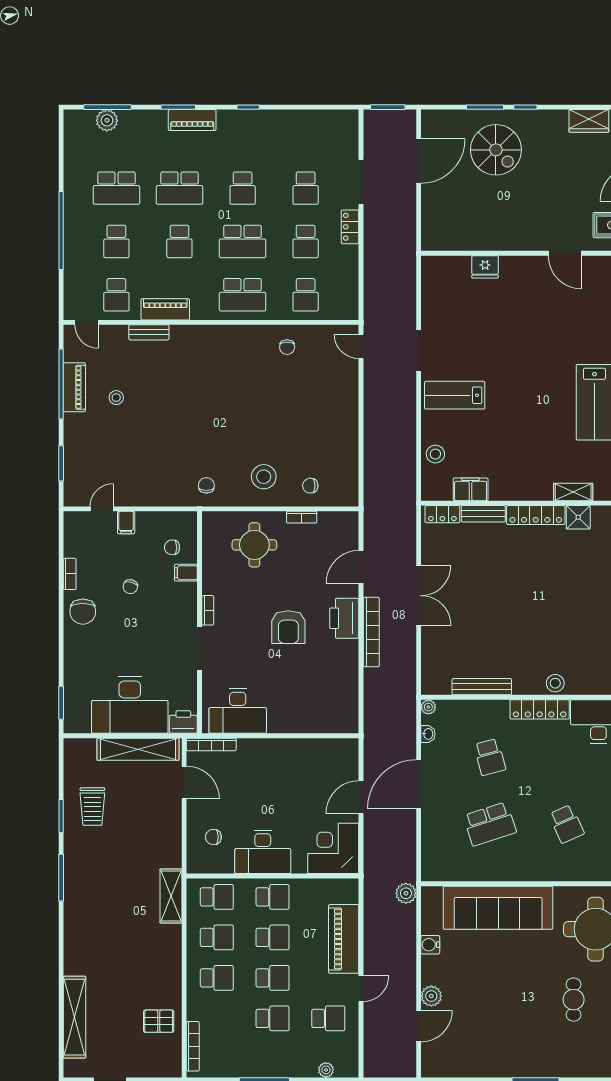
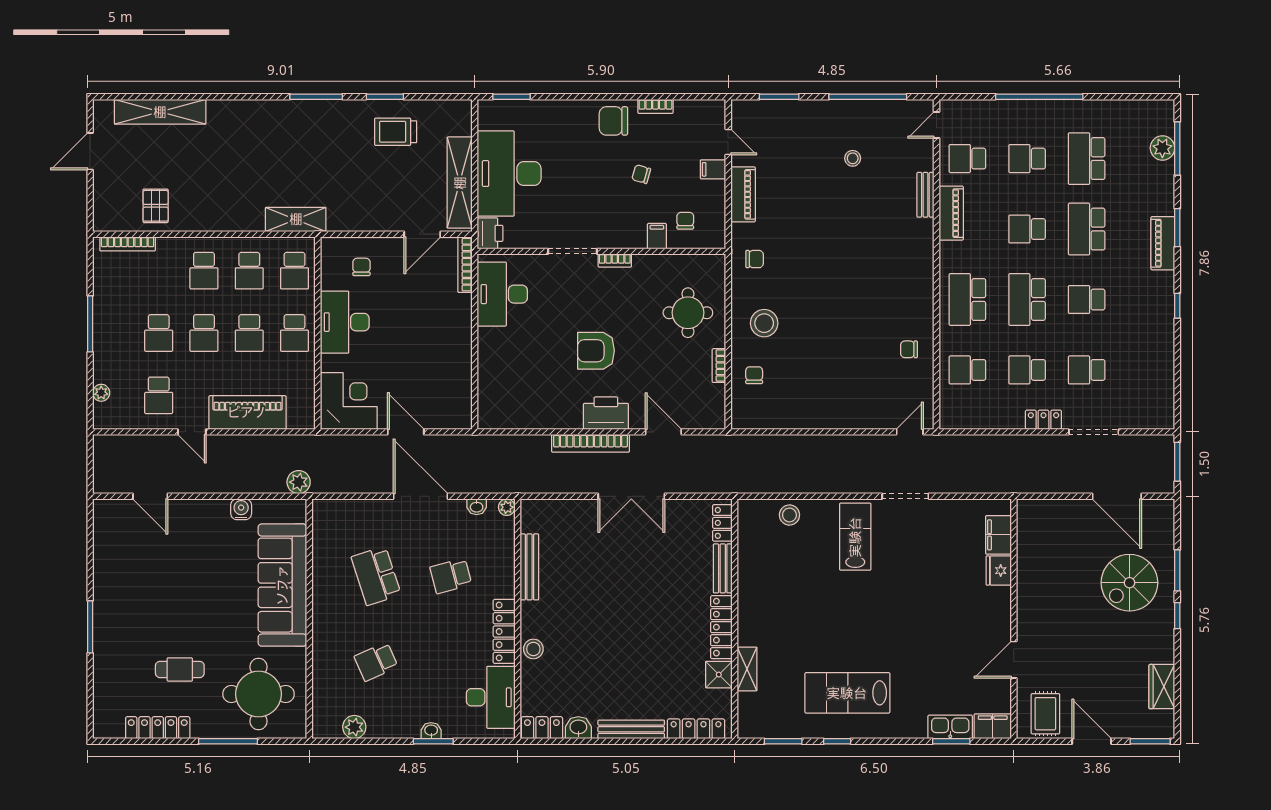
piano: (74, 387) -> (743, 194), moved, turned -90
filing cabinet: (471, 489) -> (998, 535), moved, turned 180
plant: (431, 996) -> (184, 510), removed

